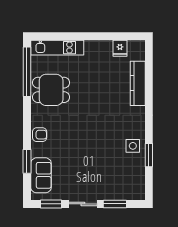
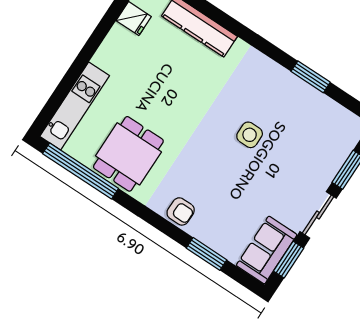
armchair: (40, 135) -> (181, 211), turned 90
side table: (133, 146) -> (250, 135), moved
sofa: (41, 175) -> (267, 250), moved, turned -90

